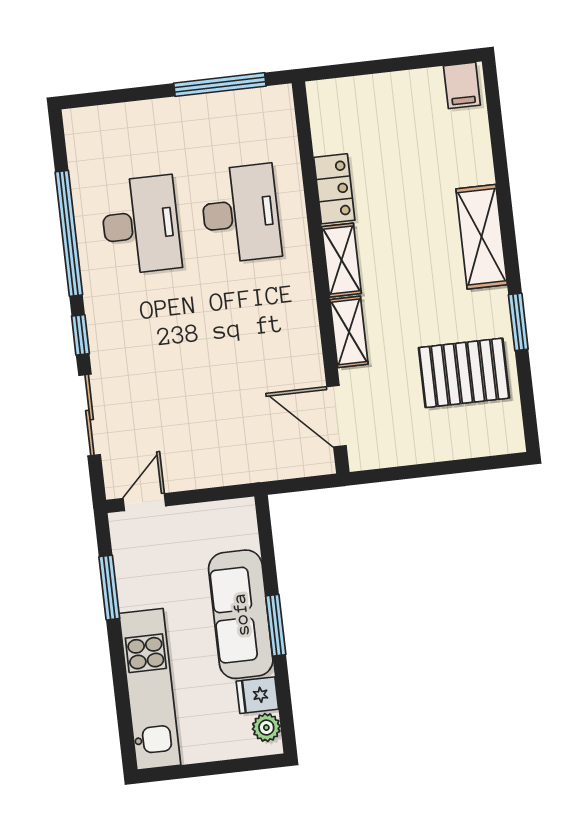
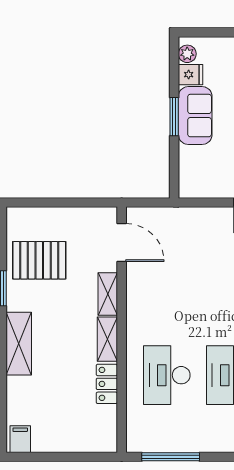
sofa: (241, 614) -> (195, 116), width x0.73

